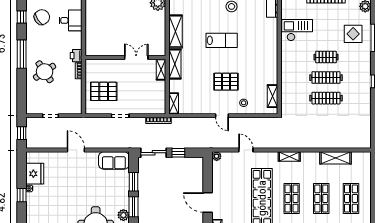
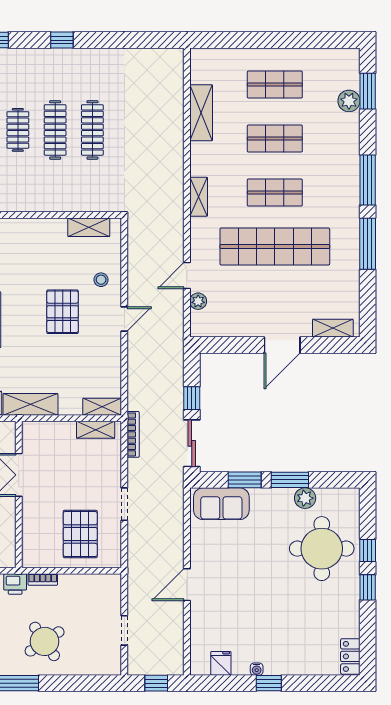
shelving: (161, 70) -> (96, 430), moved
plant: (217, 156) -> (198, 301), moved
sofa: (114, 160) -> (221, 504), moved, turned 90
fridge: (35, 174) -> (221, 663), width x0.53, depth x0.75

